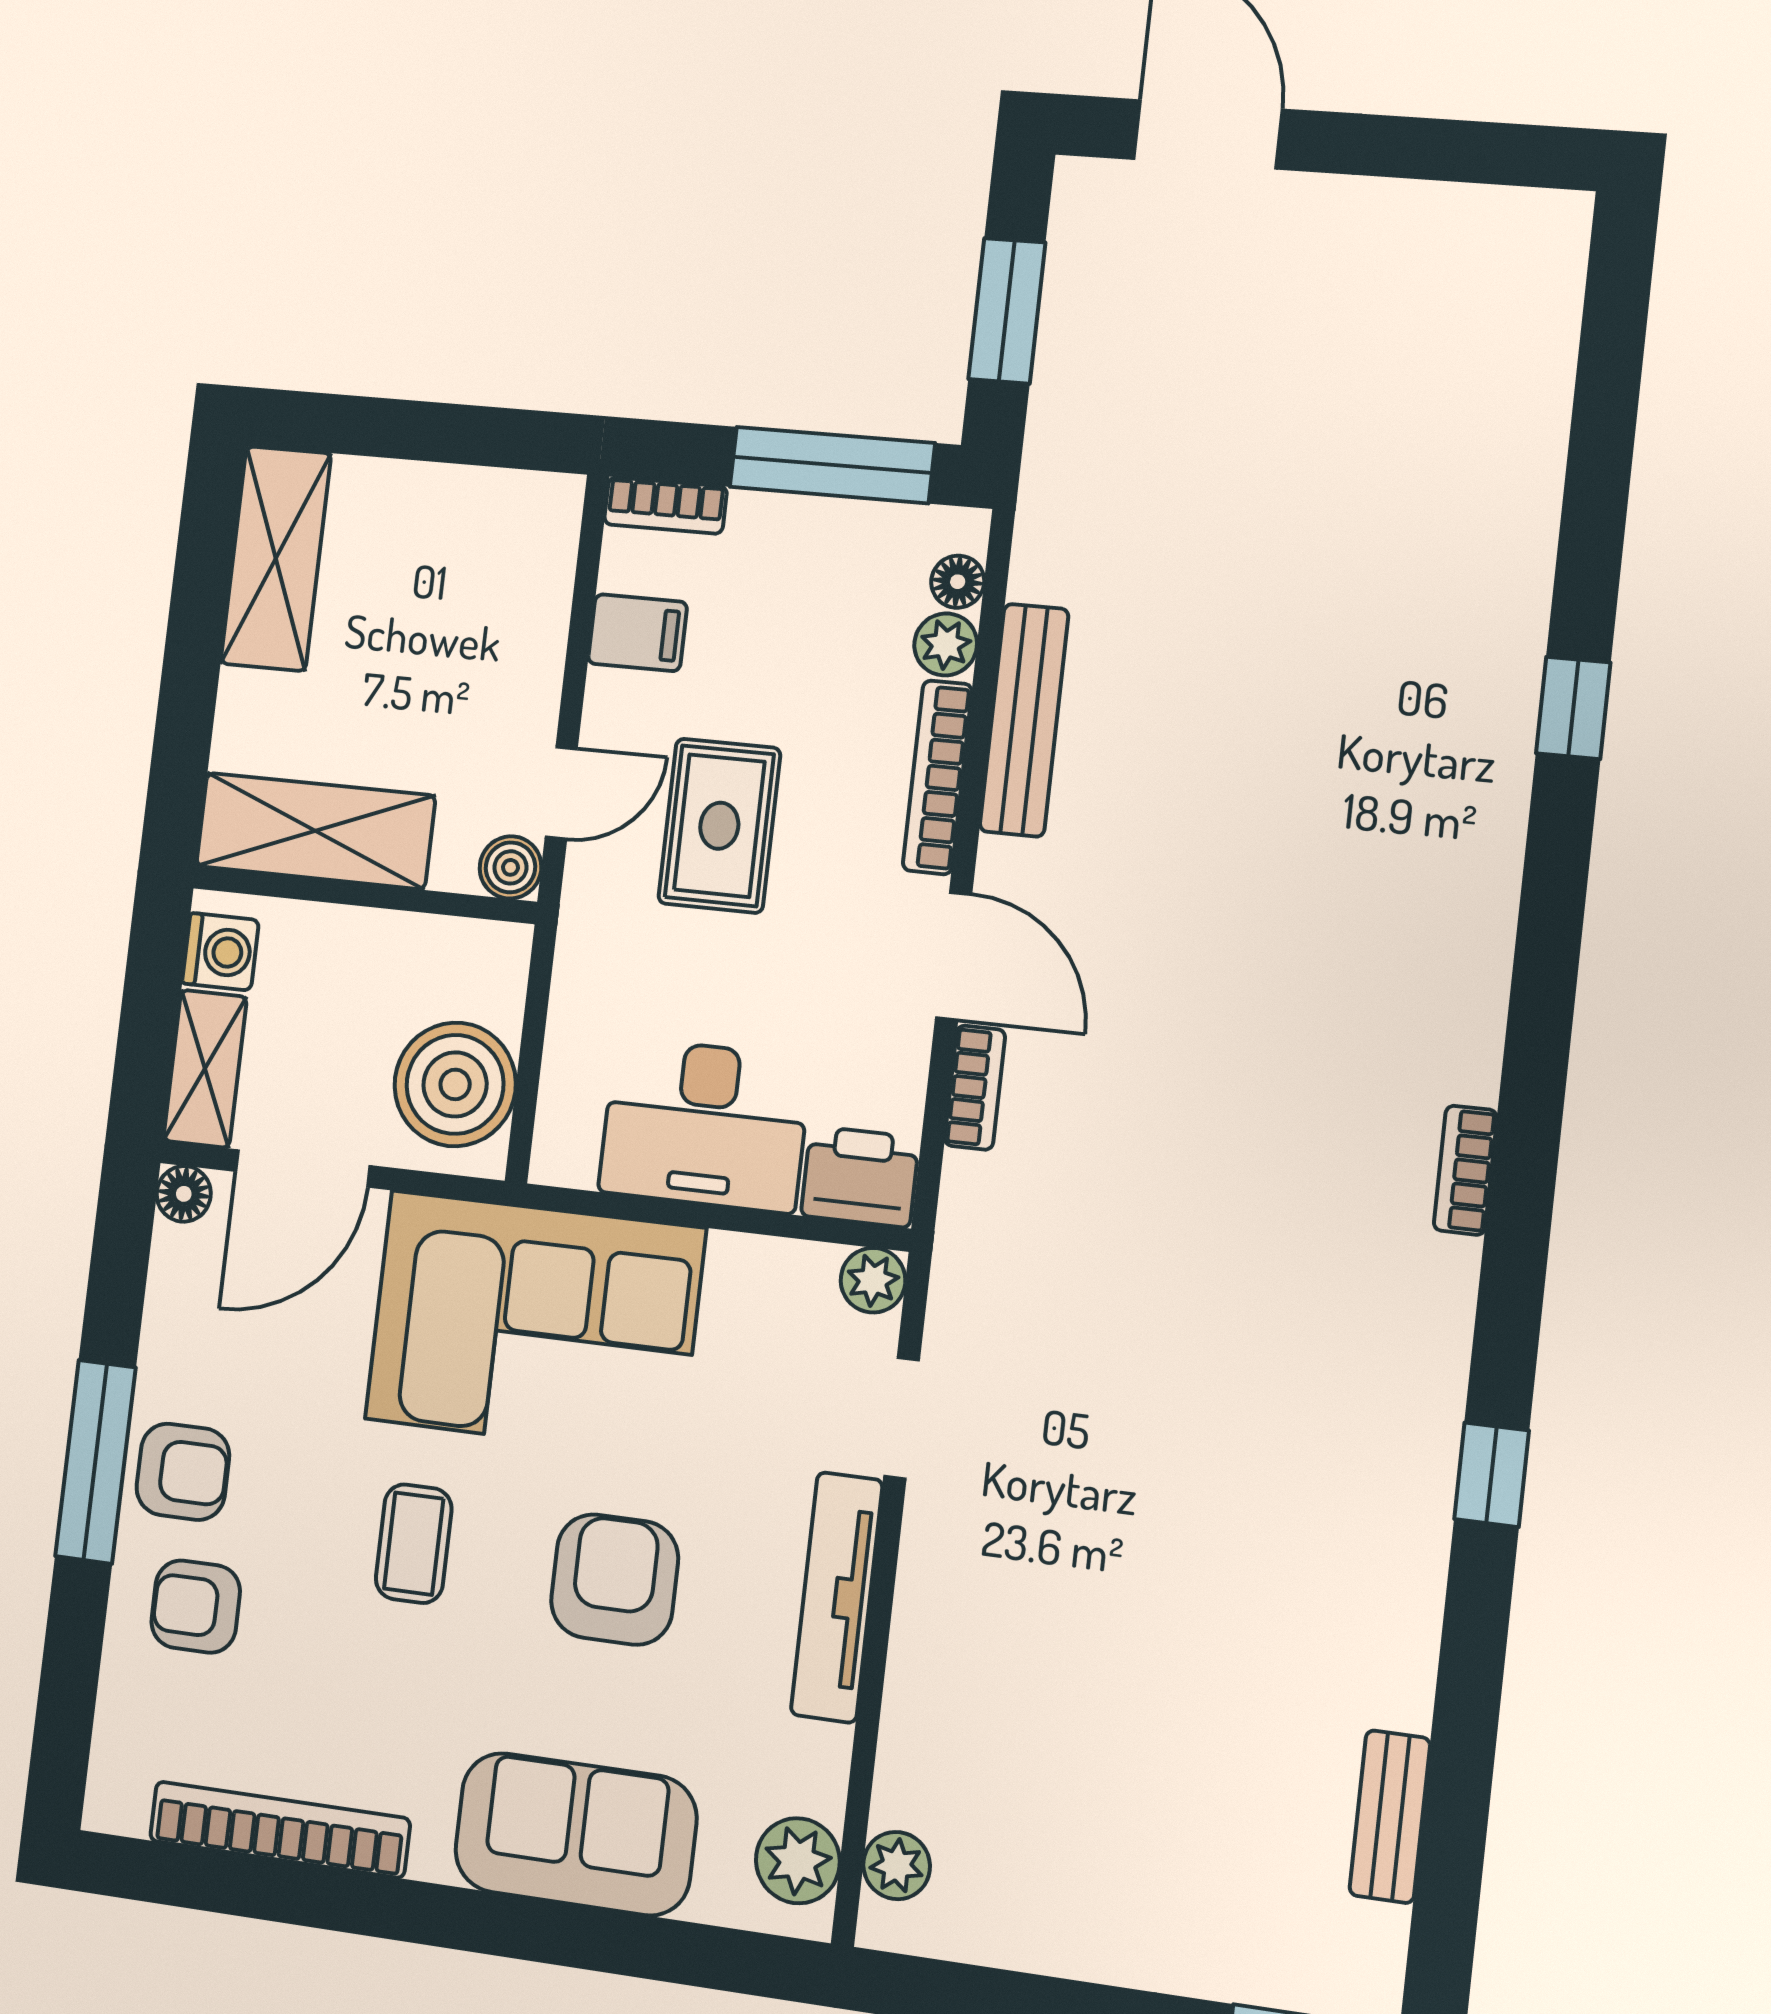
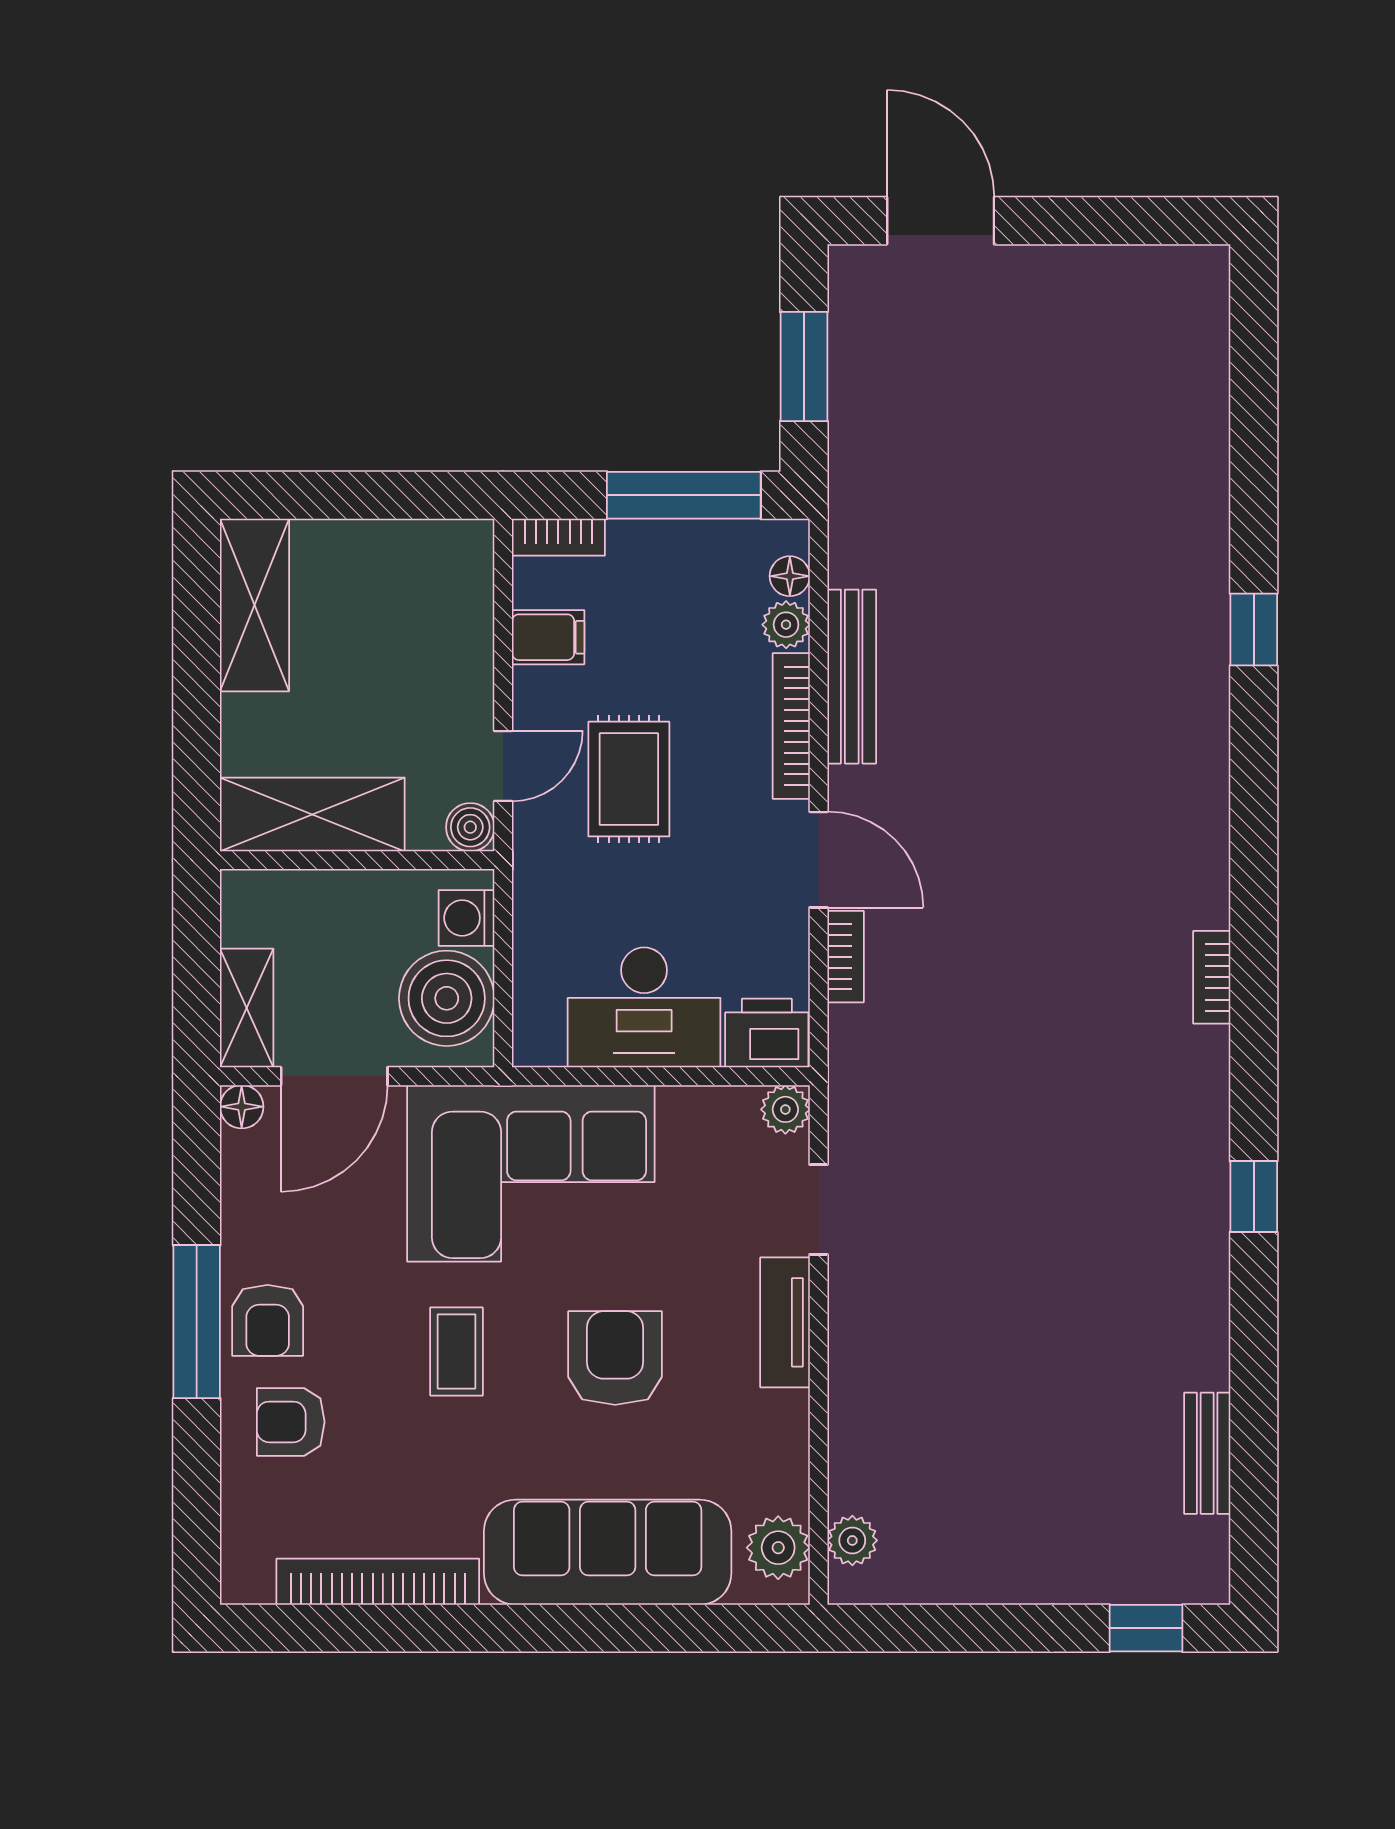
washing machine: (221, 952) -> (467, 918), moved, turned 180
armchair: (183, 1472) -> (268, 1320), turned 90
tv unit: (837, 1597) -> (785, 1322), width x0.71
sofa: (576, 1834) -> (608, 1552), width x1.36

